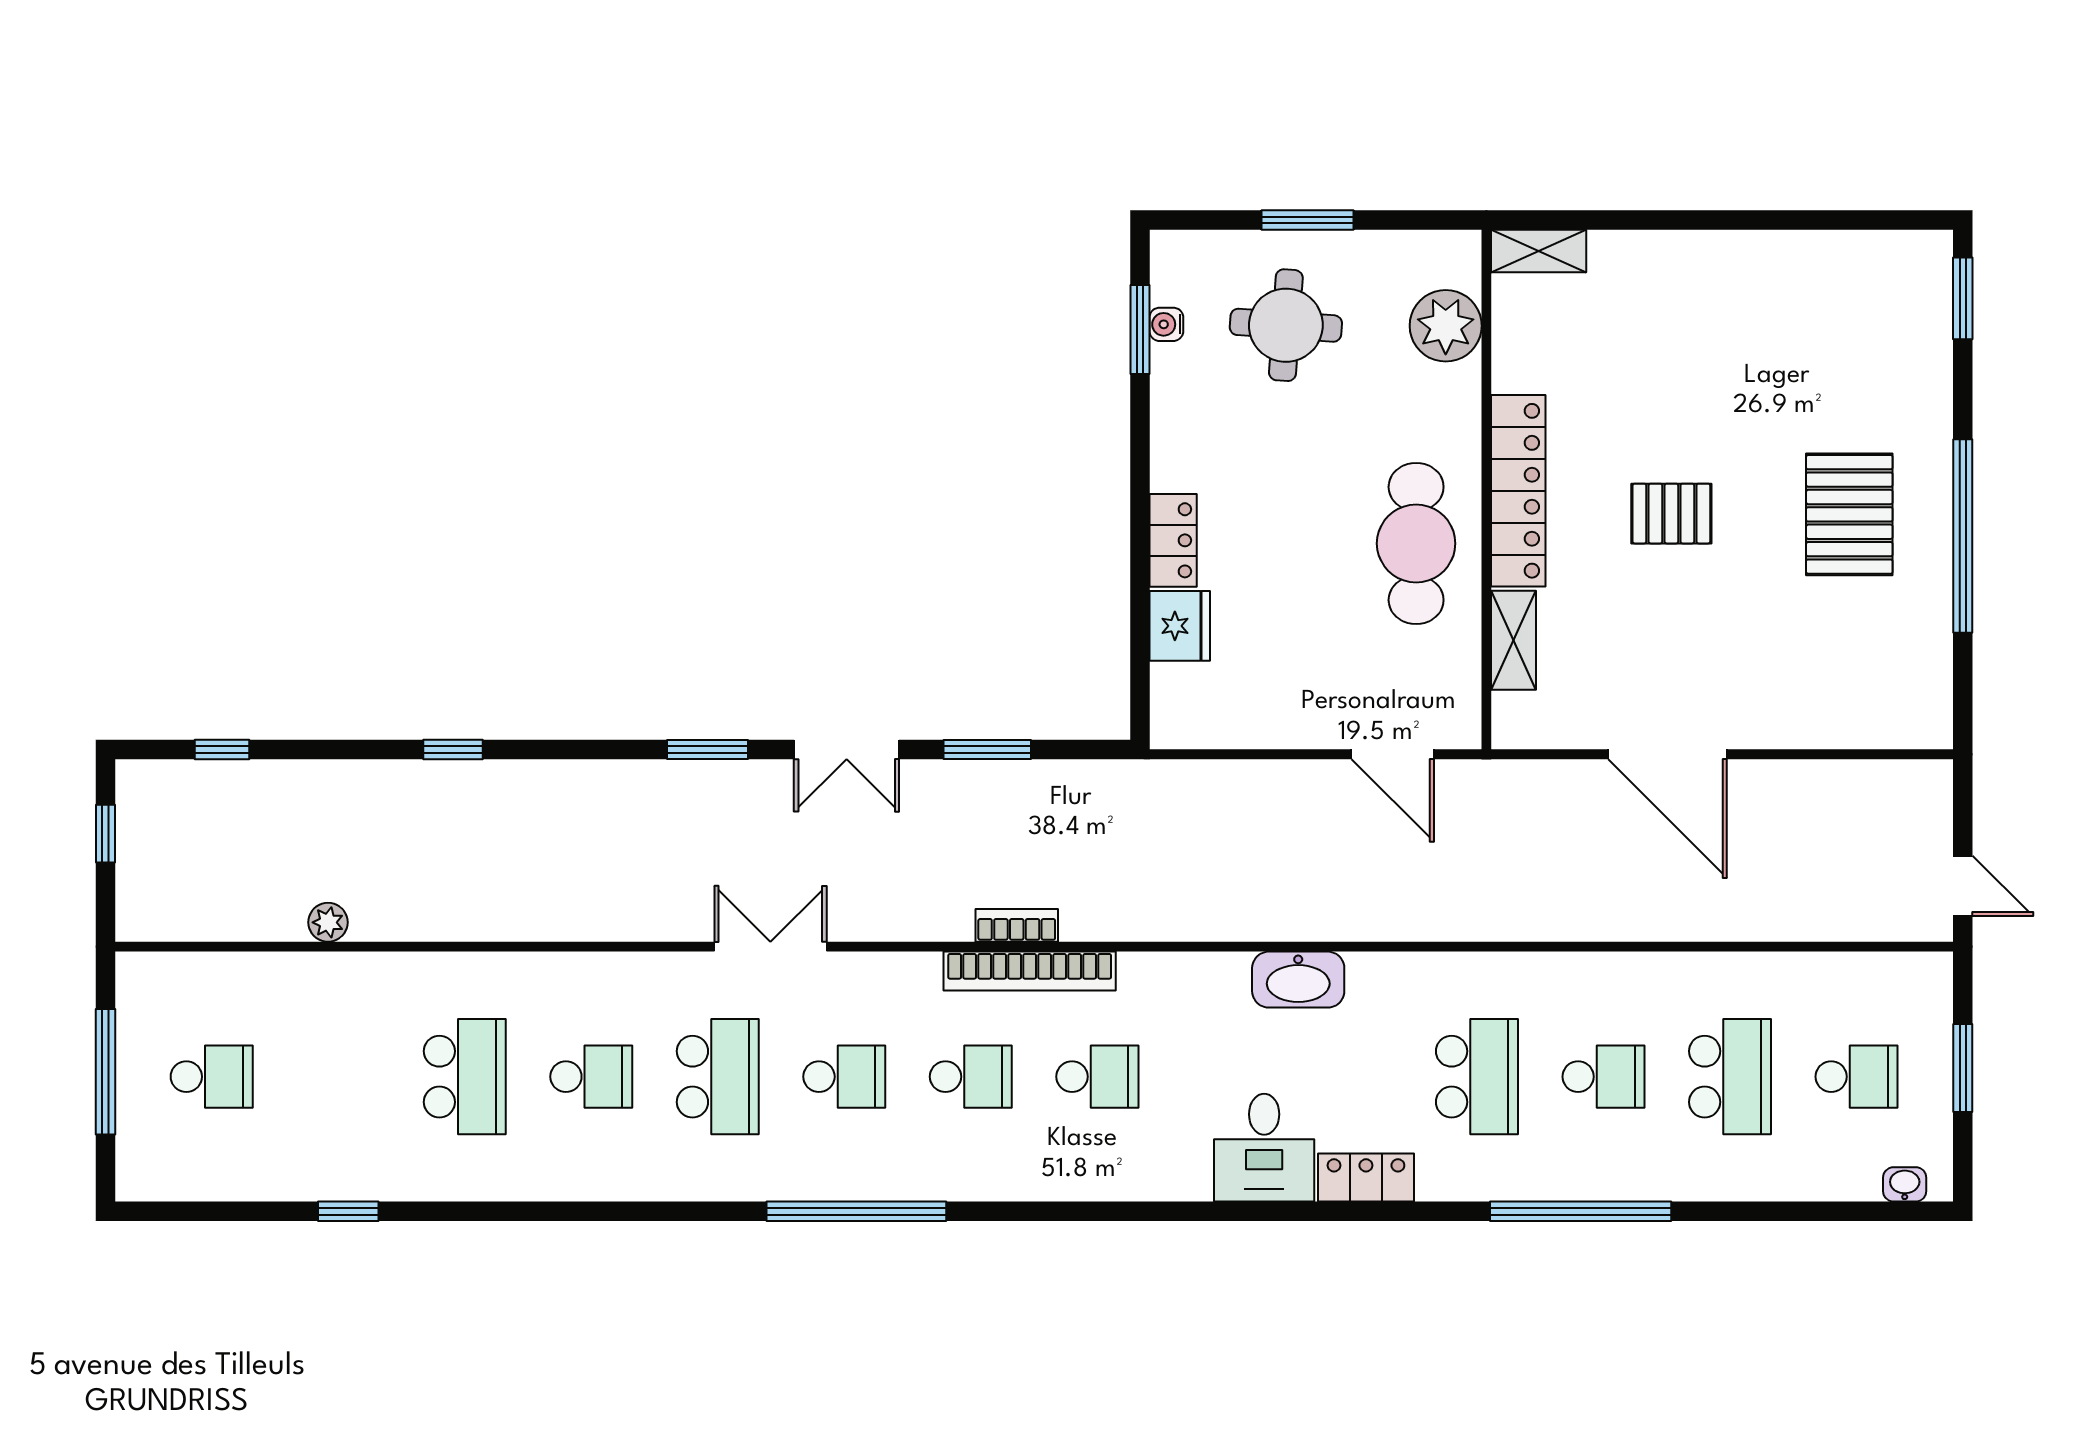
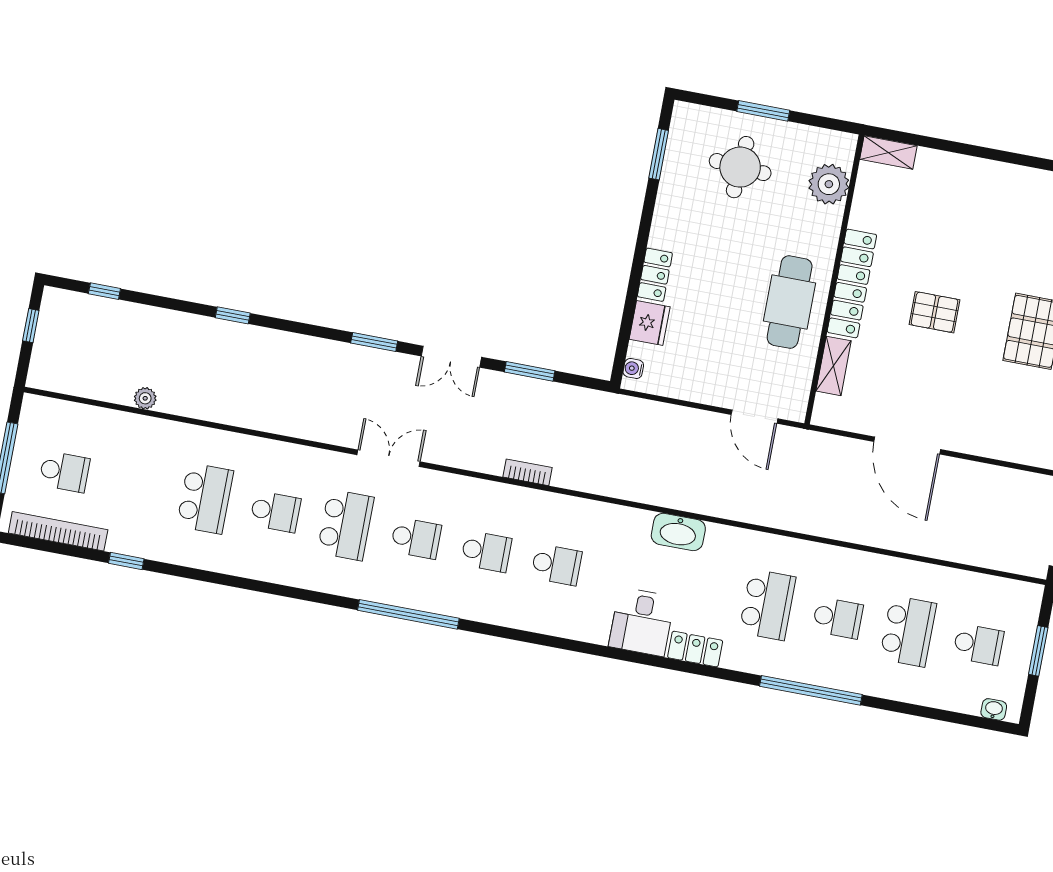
water cooler: (1166, 324) -> (633, 368), moved
bookcase: (1030, 971) -> (58, 531), moved, turned 180

